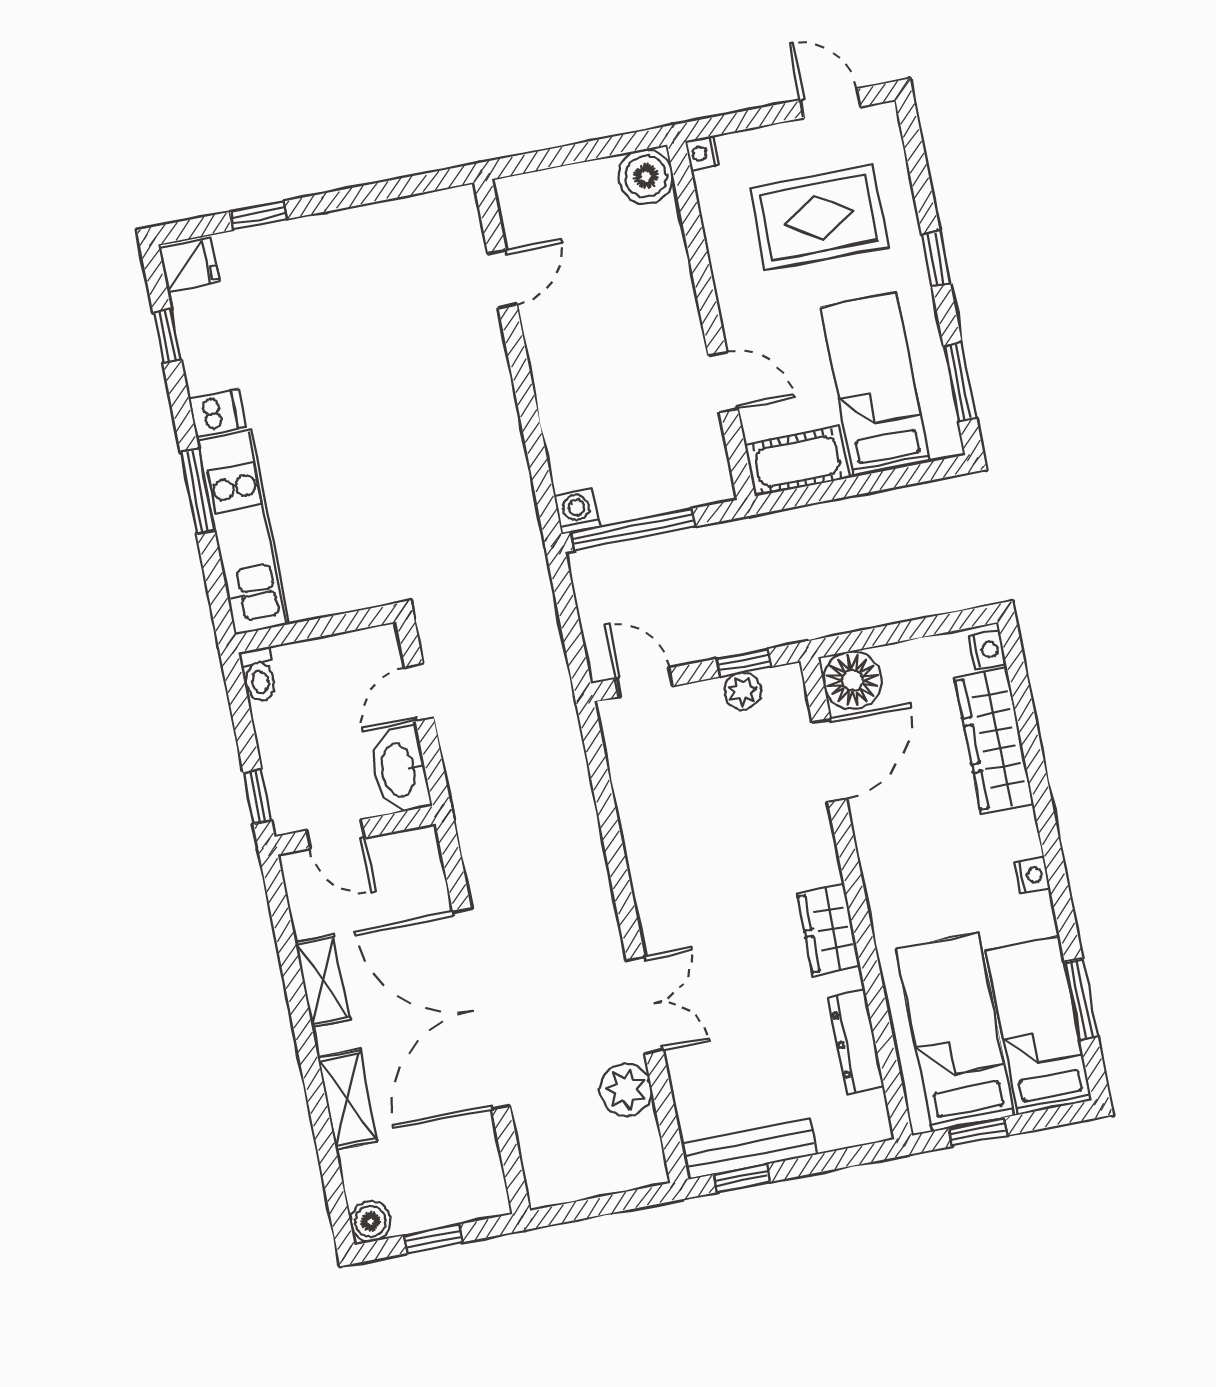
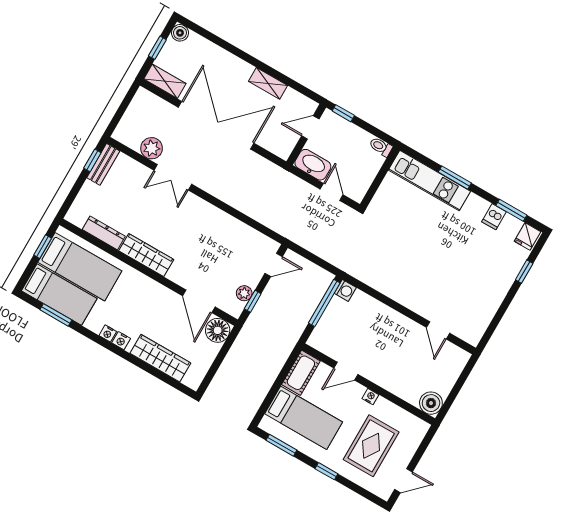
nightstand: (702, 153) -> (370, 397), moved
window: (167, 336) -> (511, 210), width x1.50
dishwasher: (217, 413) -> (494, 217), moved
nightstand: (987, 650) -> (121, 341), moved
wardrobe: (829, 930) -> (146, 255), width x1.50
shelving: (348, 1100) -> (165, 81), moved
bench: (749, 1149) -> (103, 164), width x0.73

